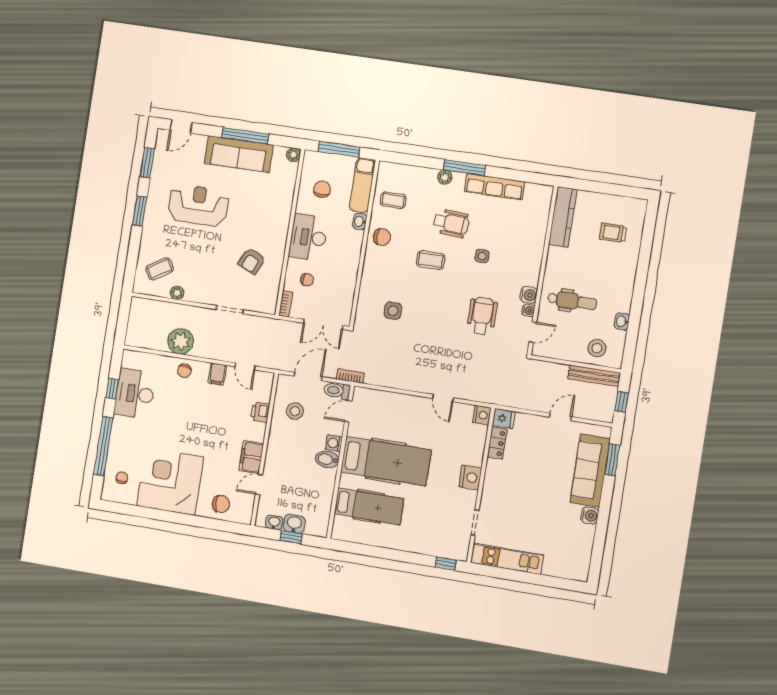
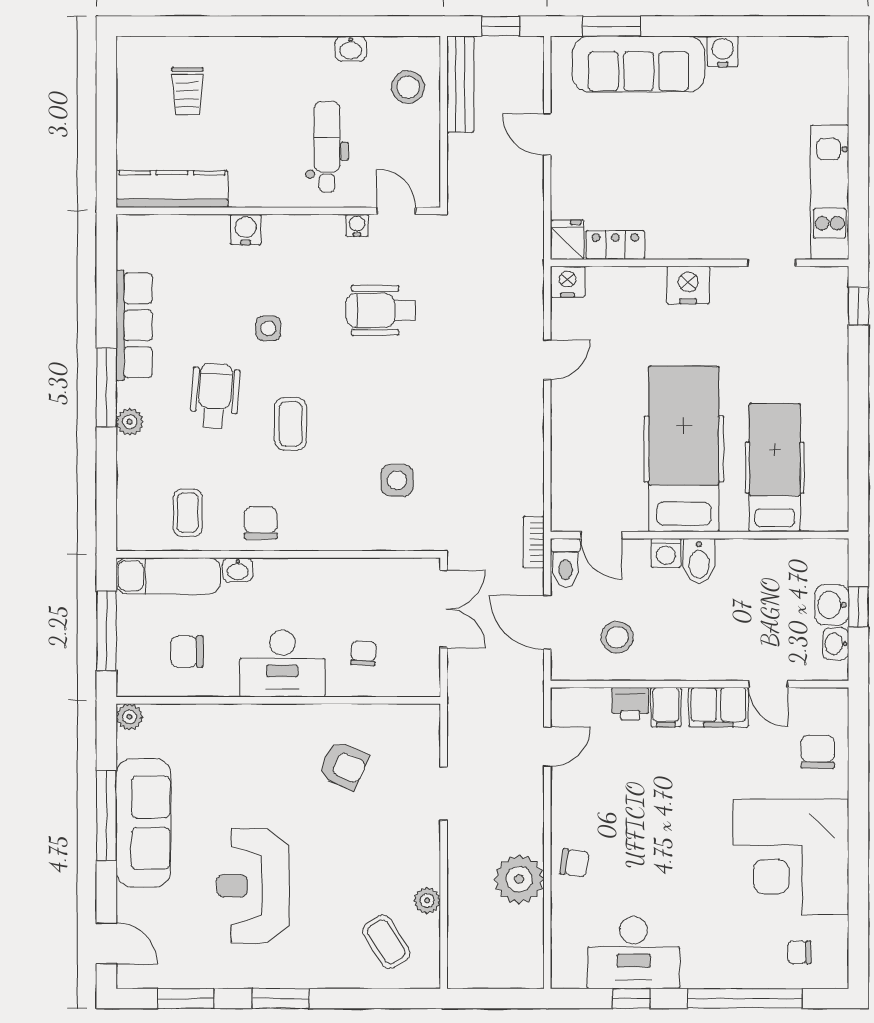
water cooler: (529, 295) -> (246, 229), moved
bookcase: (286, 304) -> (416, 687), removed
filing cabinet: (217, 374) -> (666, 707), moved, turned 90

